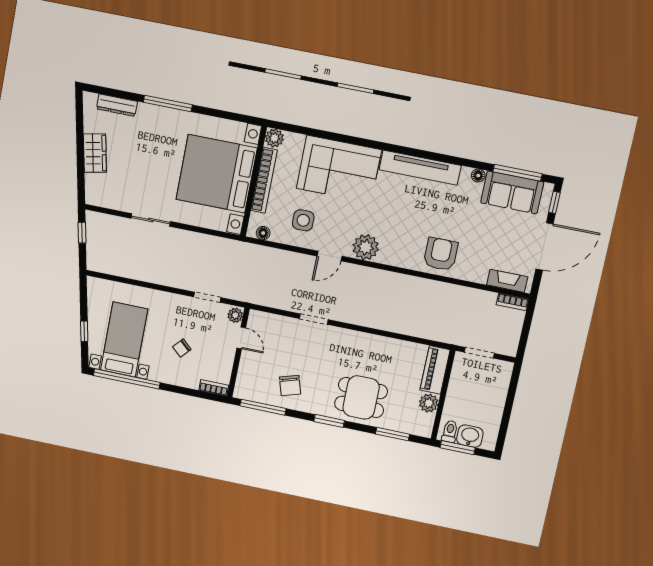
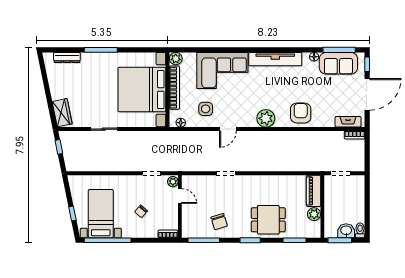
wardrobe: (95, 153) -> (62, 113), moved
plant: (366, 247) -> (266, 118), moved
toilet: (450, 431) -> (360, 230), moved

